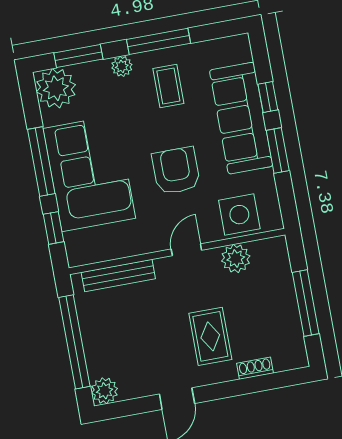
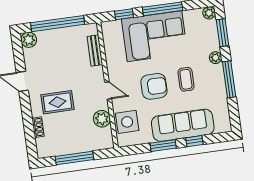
coffee table: (168, 86) -> (186, 79), moved, turned 90
plant: (56, 88) -> (209, 13), width x0.53, depth x0.53
bench: (118, 275) -> (95, 51), width x0.73

